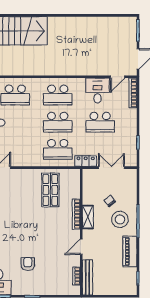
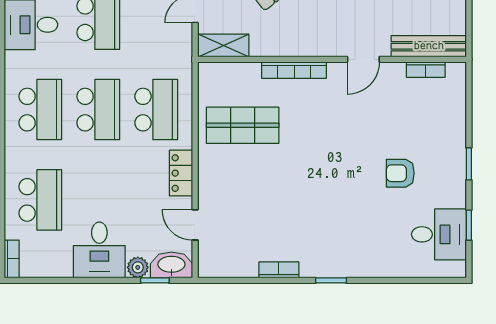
locker: (86, 161) -> (181, 173), moved
shelving: (88, 217) -> (224, 45), moved
door: (81, 247) -> (363, 59), hinge flipped

